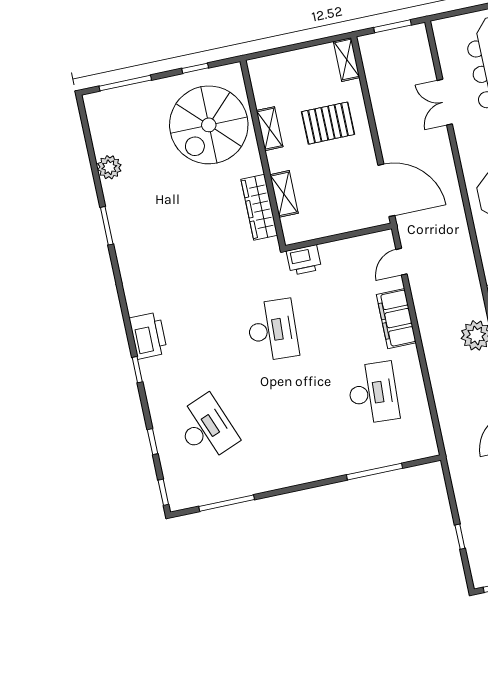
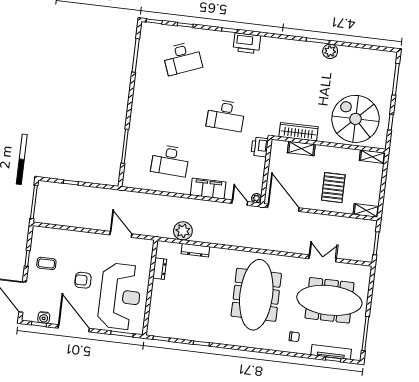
shelving: (270, 129) -> (372, 157), moved
plant: (109, 167) -> (330, 51), moved
door: (386, 190) -> (283, 208), swing flipped
plant: (386, 238) -> (256, 198), added

